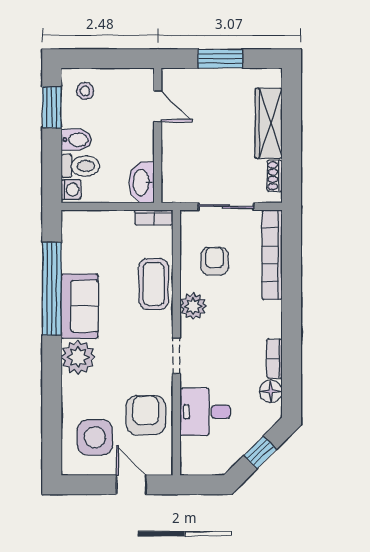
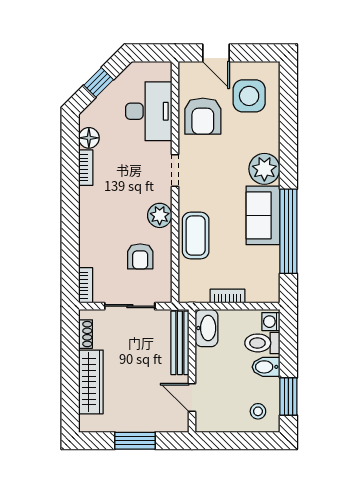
bench: (171, 166) -> (180, 343), added
bookcase: (154, 218) -> (227, 296), moved
bookcase: (272, 255) -> (86, 285), width x0.43, depth x0.76
desk: (205, 412) -> (149, 111), width x1.37

